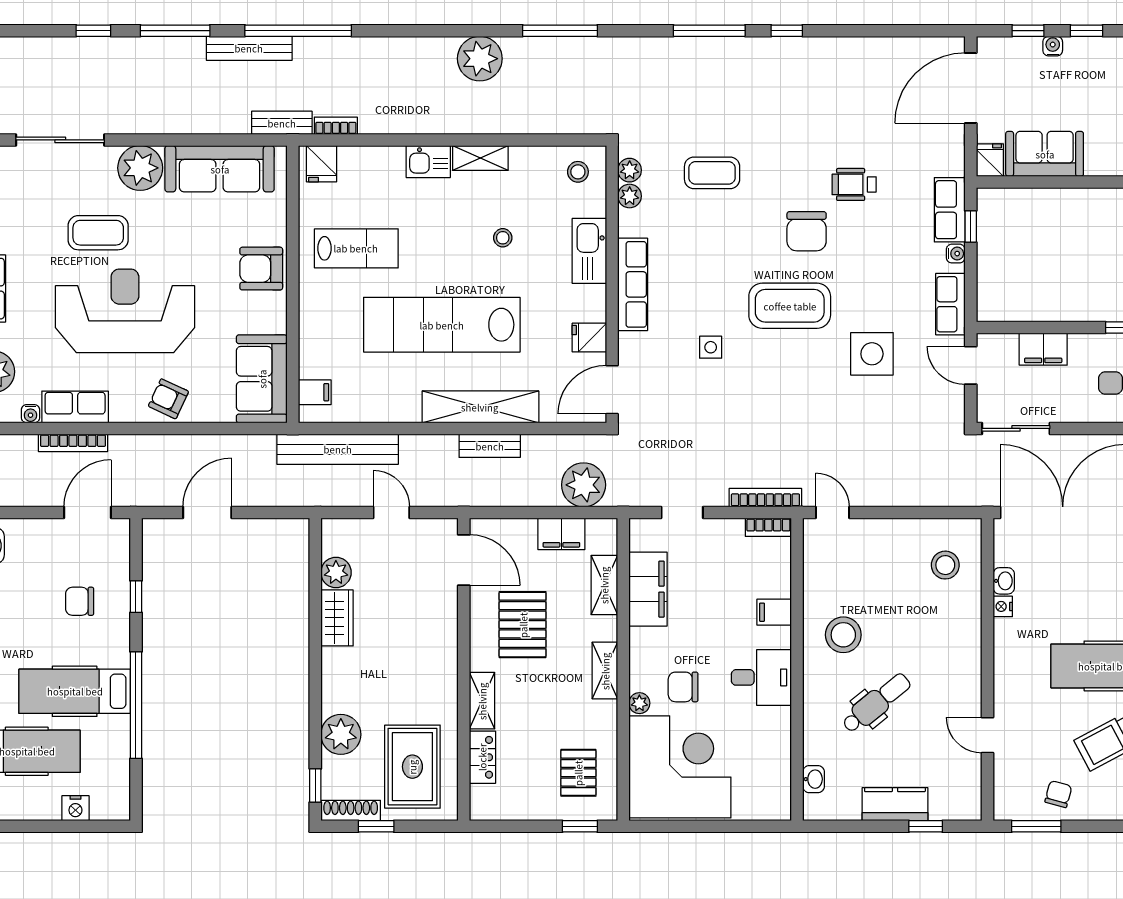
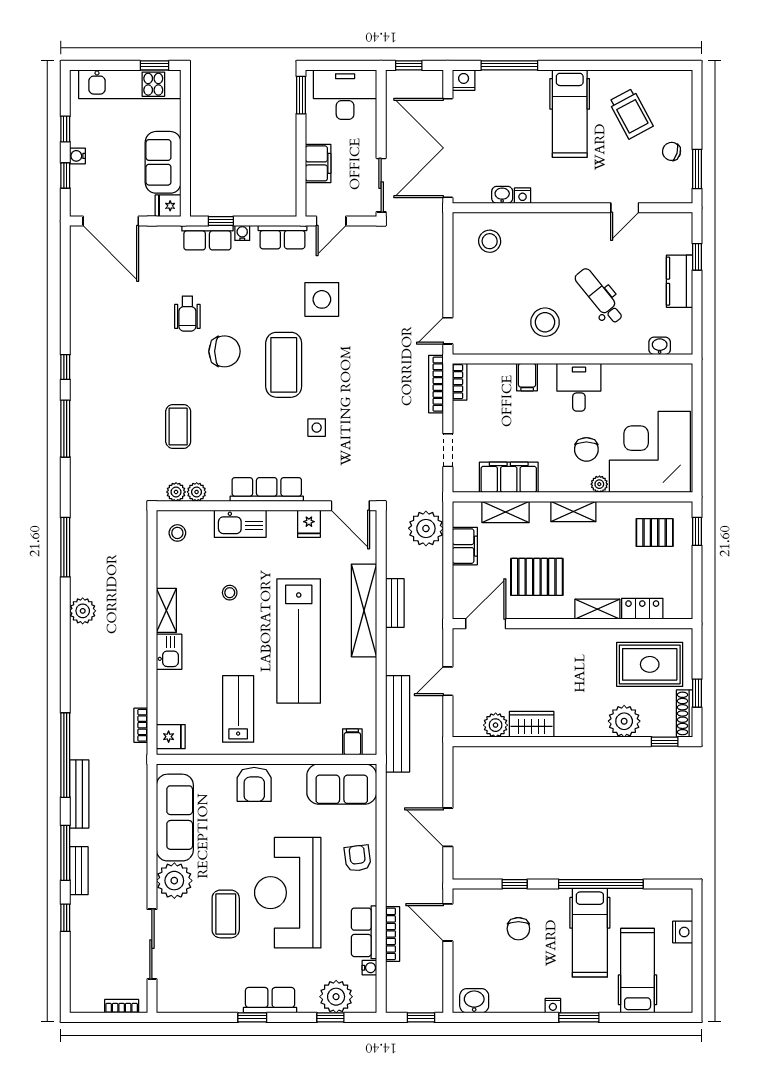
plant: (480, 59) -> (83, 611), width x0.73, depth x0.73
bench: (282, 123) -> (79, 871), moved
armchair: (168, 399) -> (358, 858), turned 148

